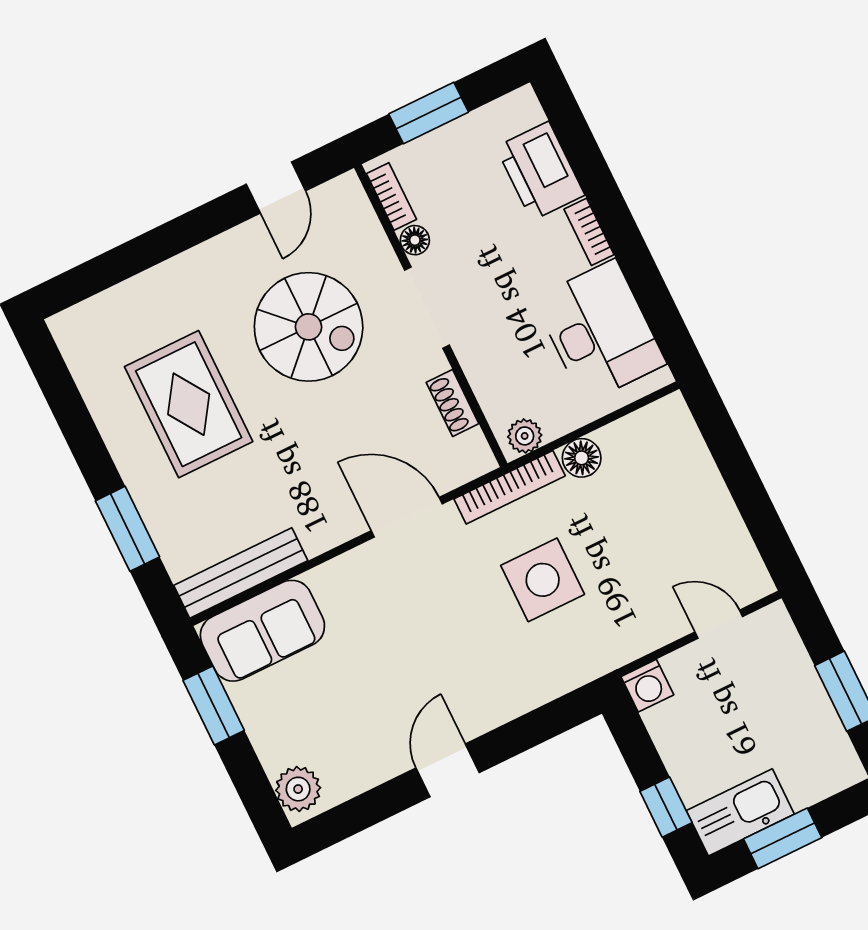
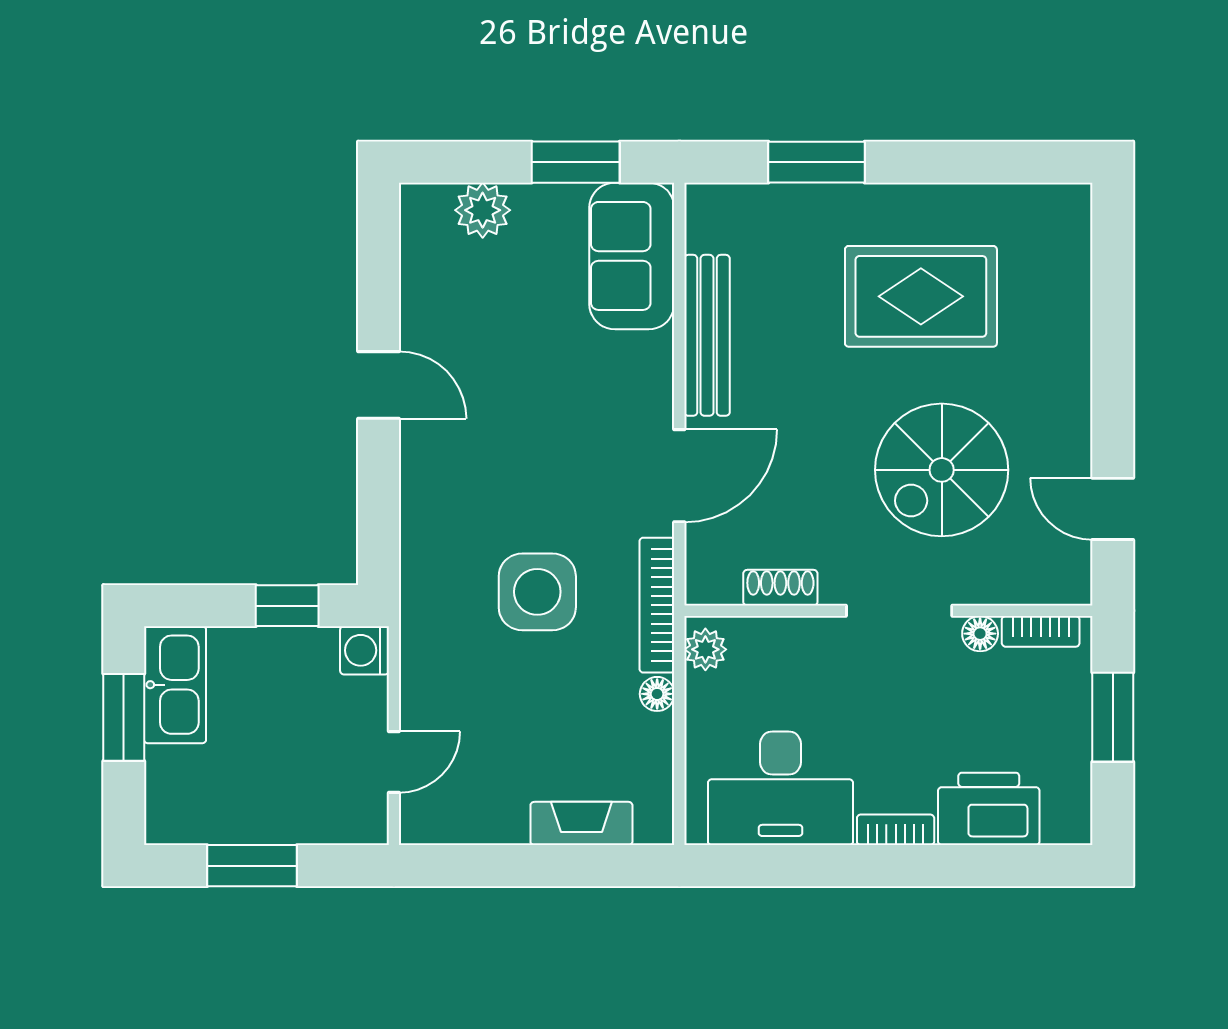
floor lamp: (582, 458) -> (657, 694), width x0.73, depth x0.73
fireplace: (697, 465) -> (581, 823), added
bench: (241, 573) -> (707, 335), moved
plant: (298, 789) -> (483, 210), moved
window: (666, 807) -> (287, 606), moved

